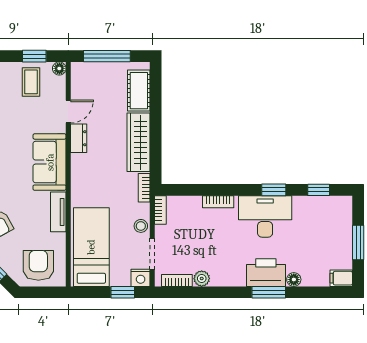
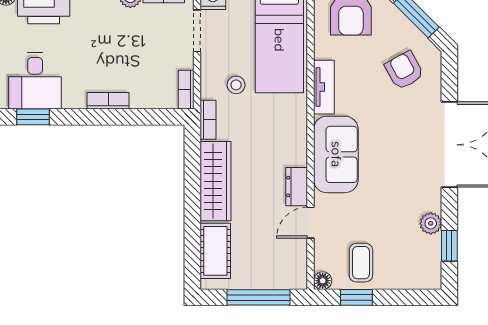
desk: (265, 216) -> (35, 81), width x0.73
stool: (141, 226) -> (236, 85), moved

